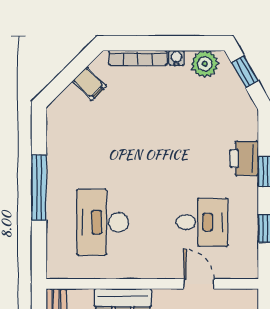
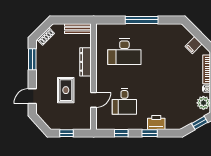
desk: (103, 222) -> (124, 52), turned 180

